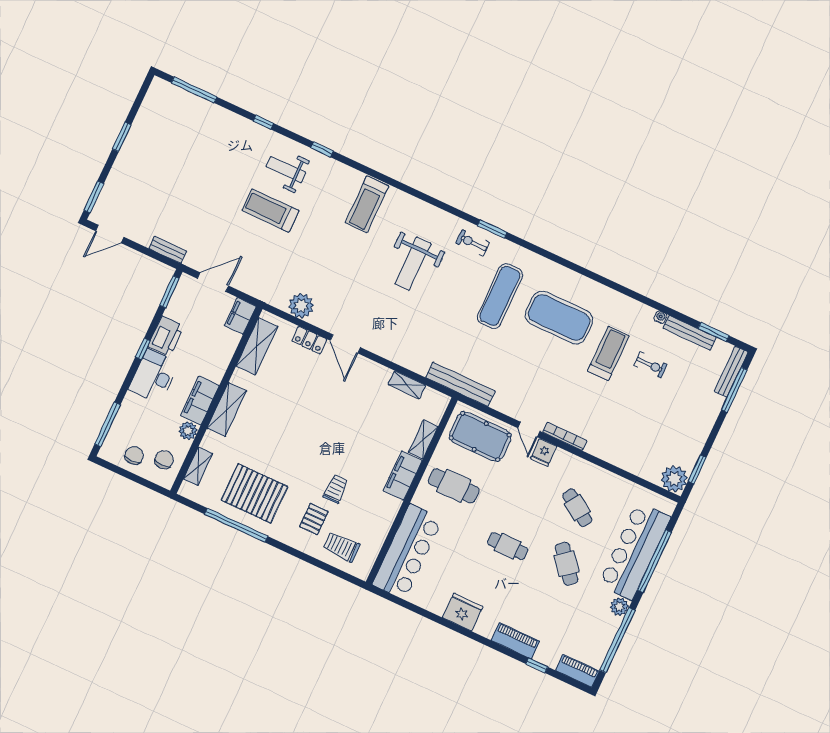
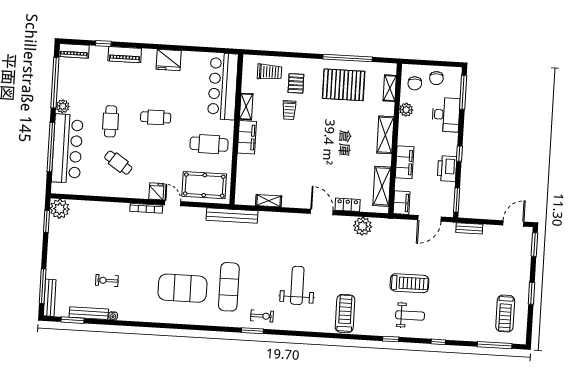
treadmill: (608, 353) -> (505, 314), moved
desk: (154, 376) -> (446, 115), moved
filing cabinet: (200, 401) -> (405, 162), moved
shelving: (423, 440) -> (246, 107), moved
cafe table: (566, 564) -> (111, 121), turned 39

